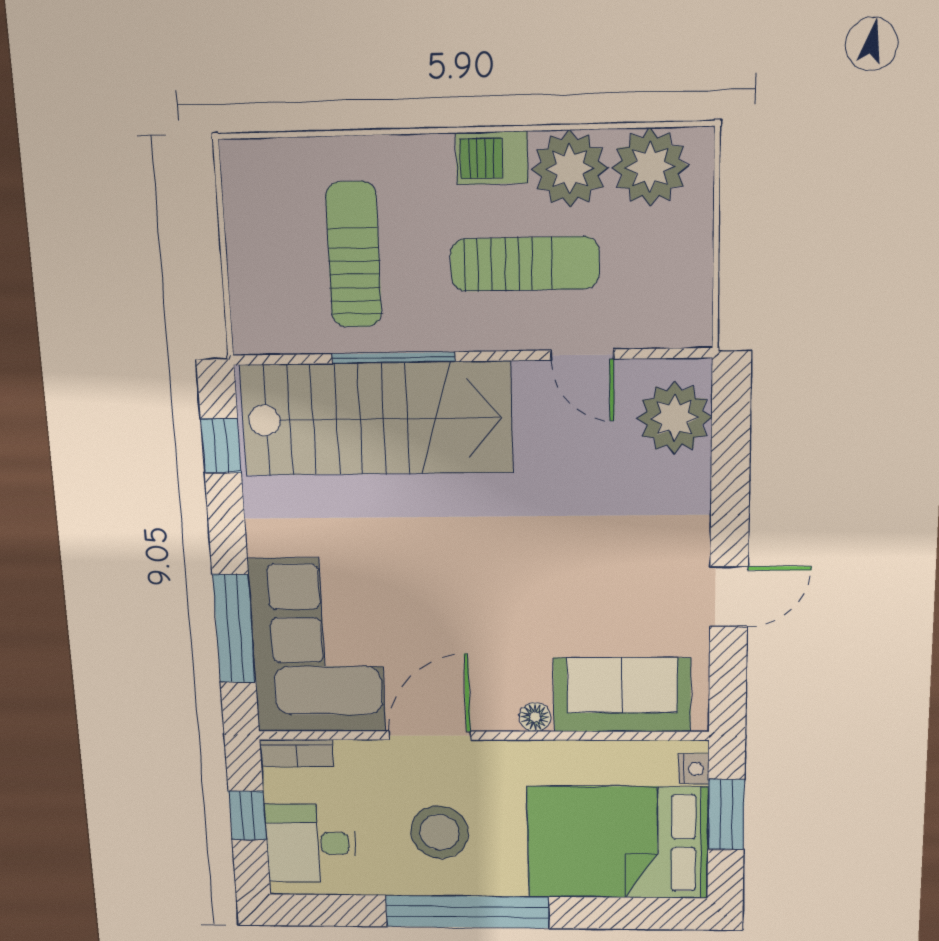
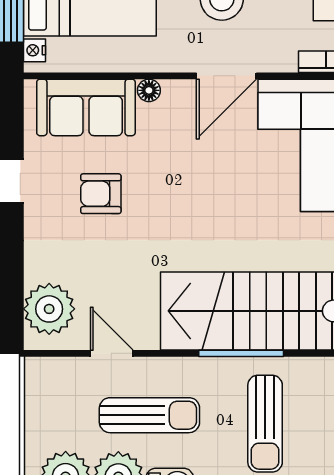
sun lounger: (525, 264) -> (149, 415), turned 180
armchair: (600, 580) -> (101, 194), added

